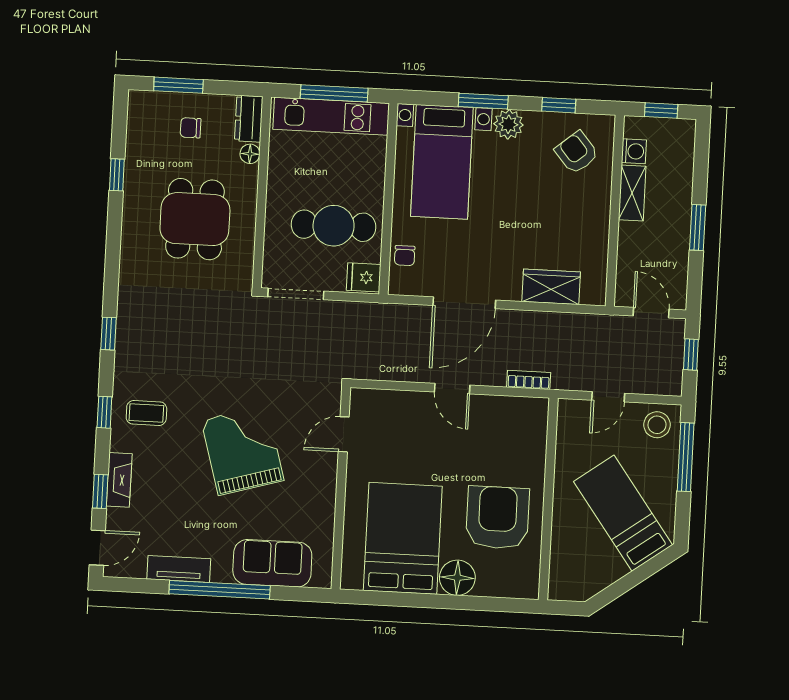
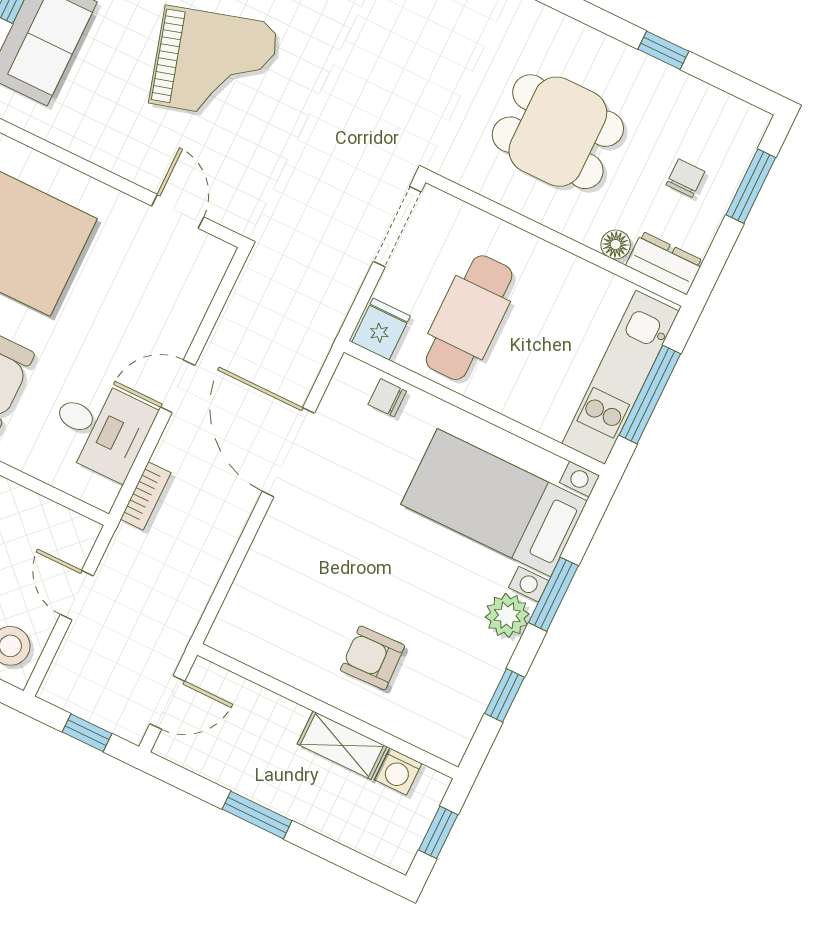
armchair: (577, 152) -> (372, 658), moved, turned -142
wardrobe: (551, 287) -> (260, 580), removed
desk: (498, 425) -> (101, 428), added

